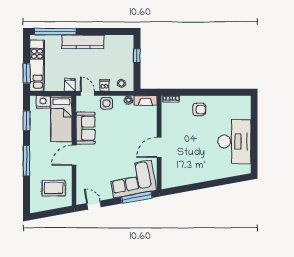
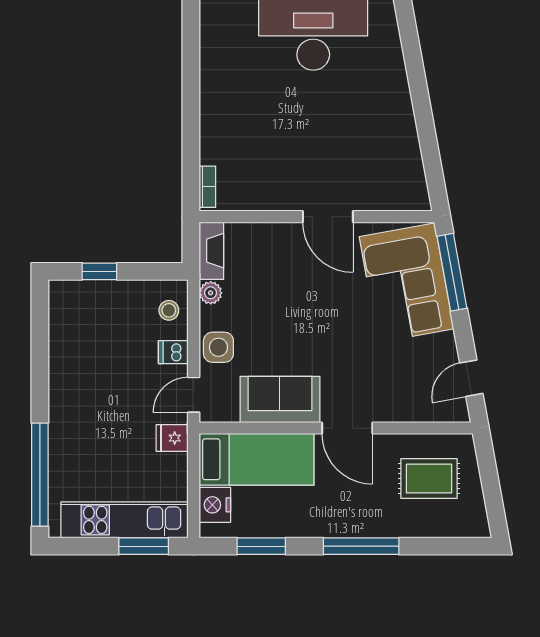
kitchen counter: (83, 42) -> (65, 406), removed
armchair: (199, 109) -> (234, 117), removed
rug: (54, 188) -> (429, 479), turned 90

